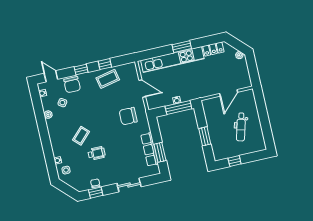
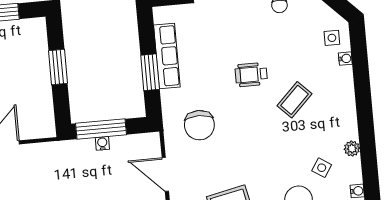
chair: (128, 116) -> (199, 125), turned 90
window: (160, 152) -> (150, 72), moved
wheelchair: (97, 153) -> (251, 75), moved

